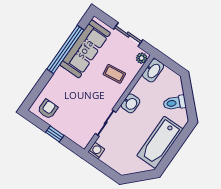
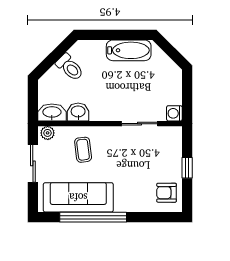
washbasin: (131, 103) -> (78, 112), moved
bathtub: (160, 142) -> (129, 50), width x0.73, depth x0.73

